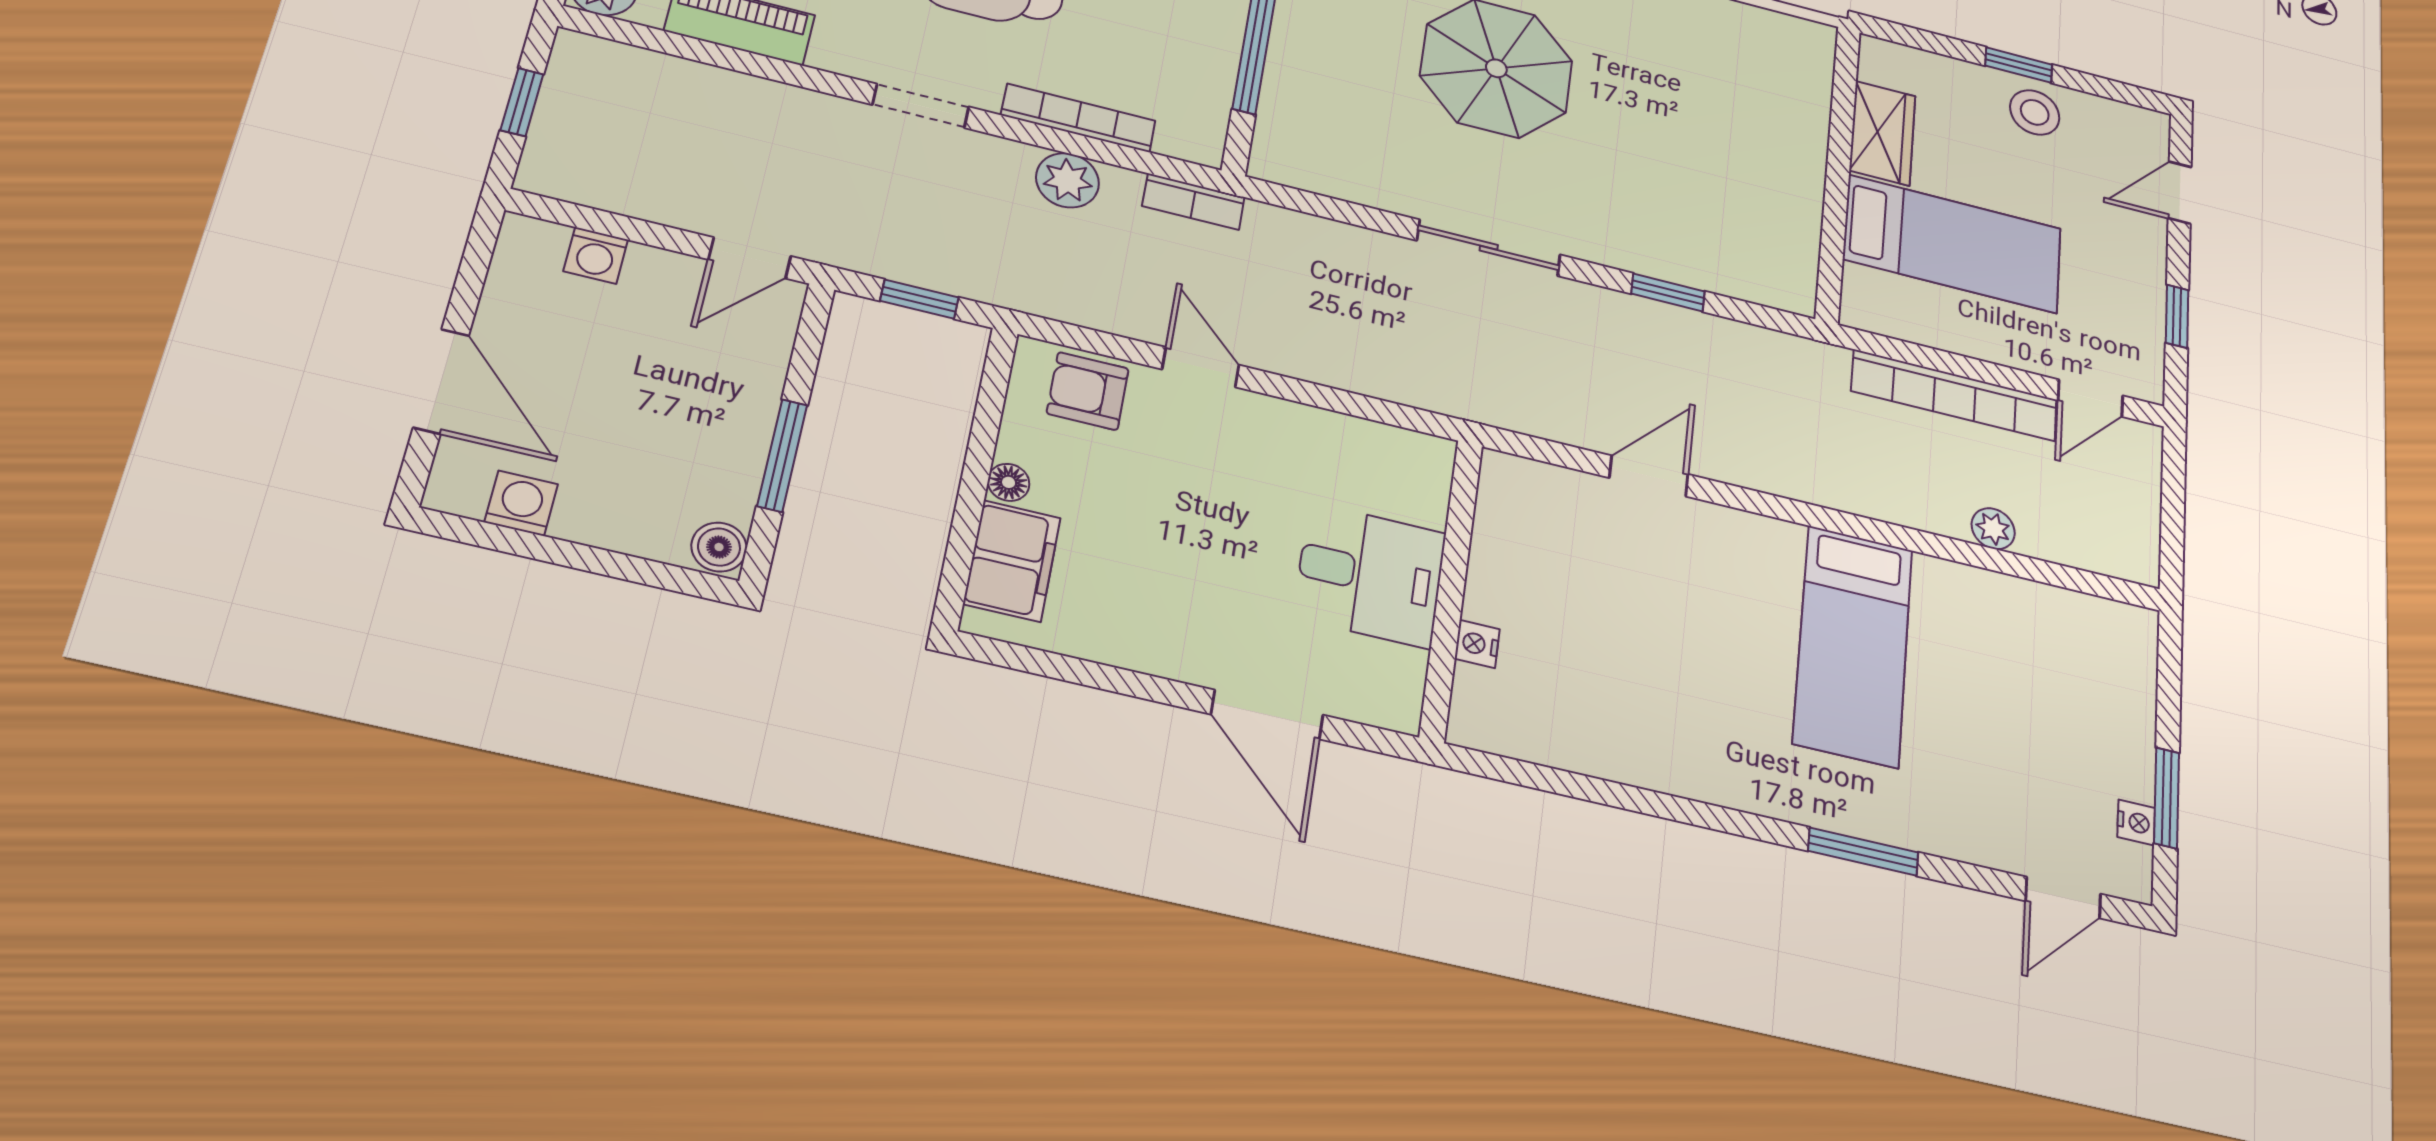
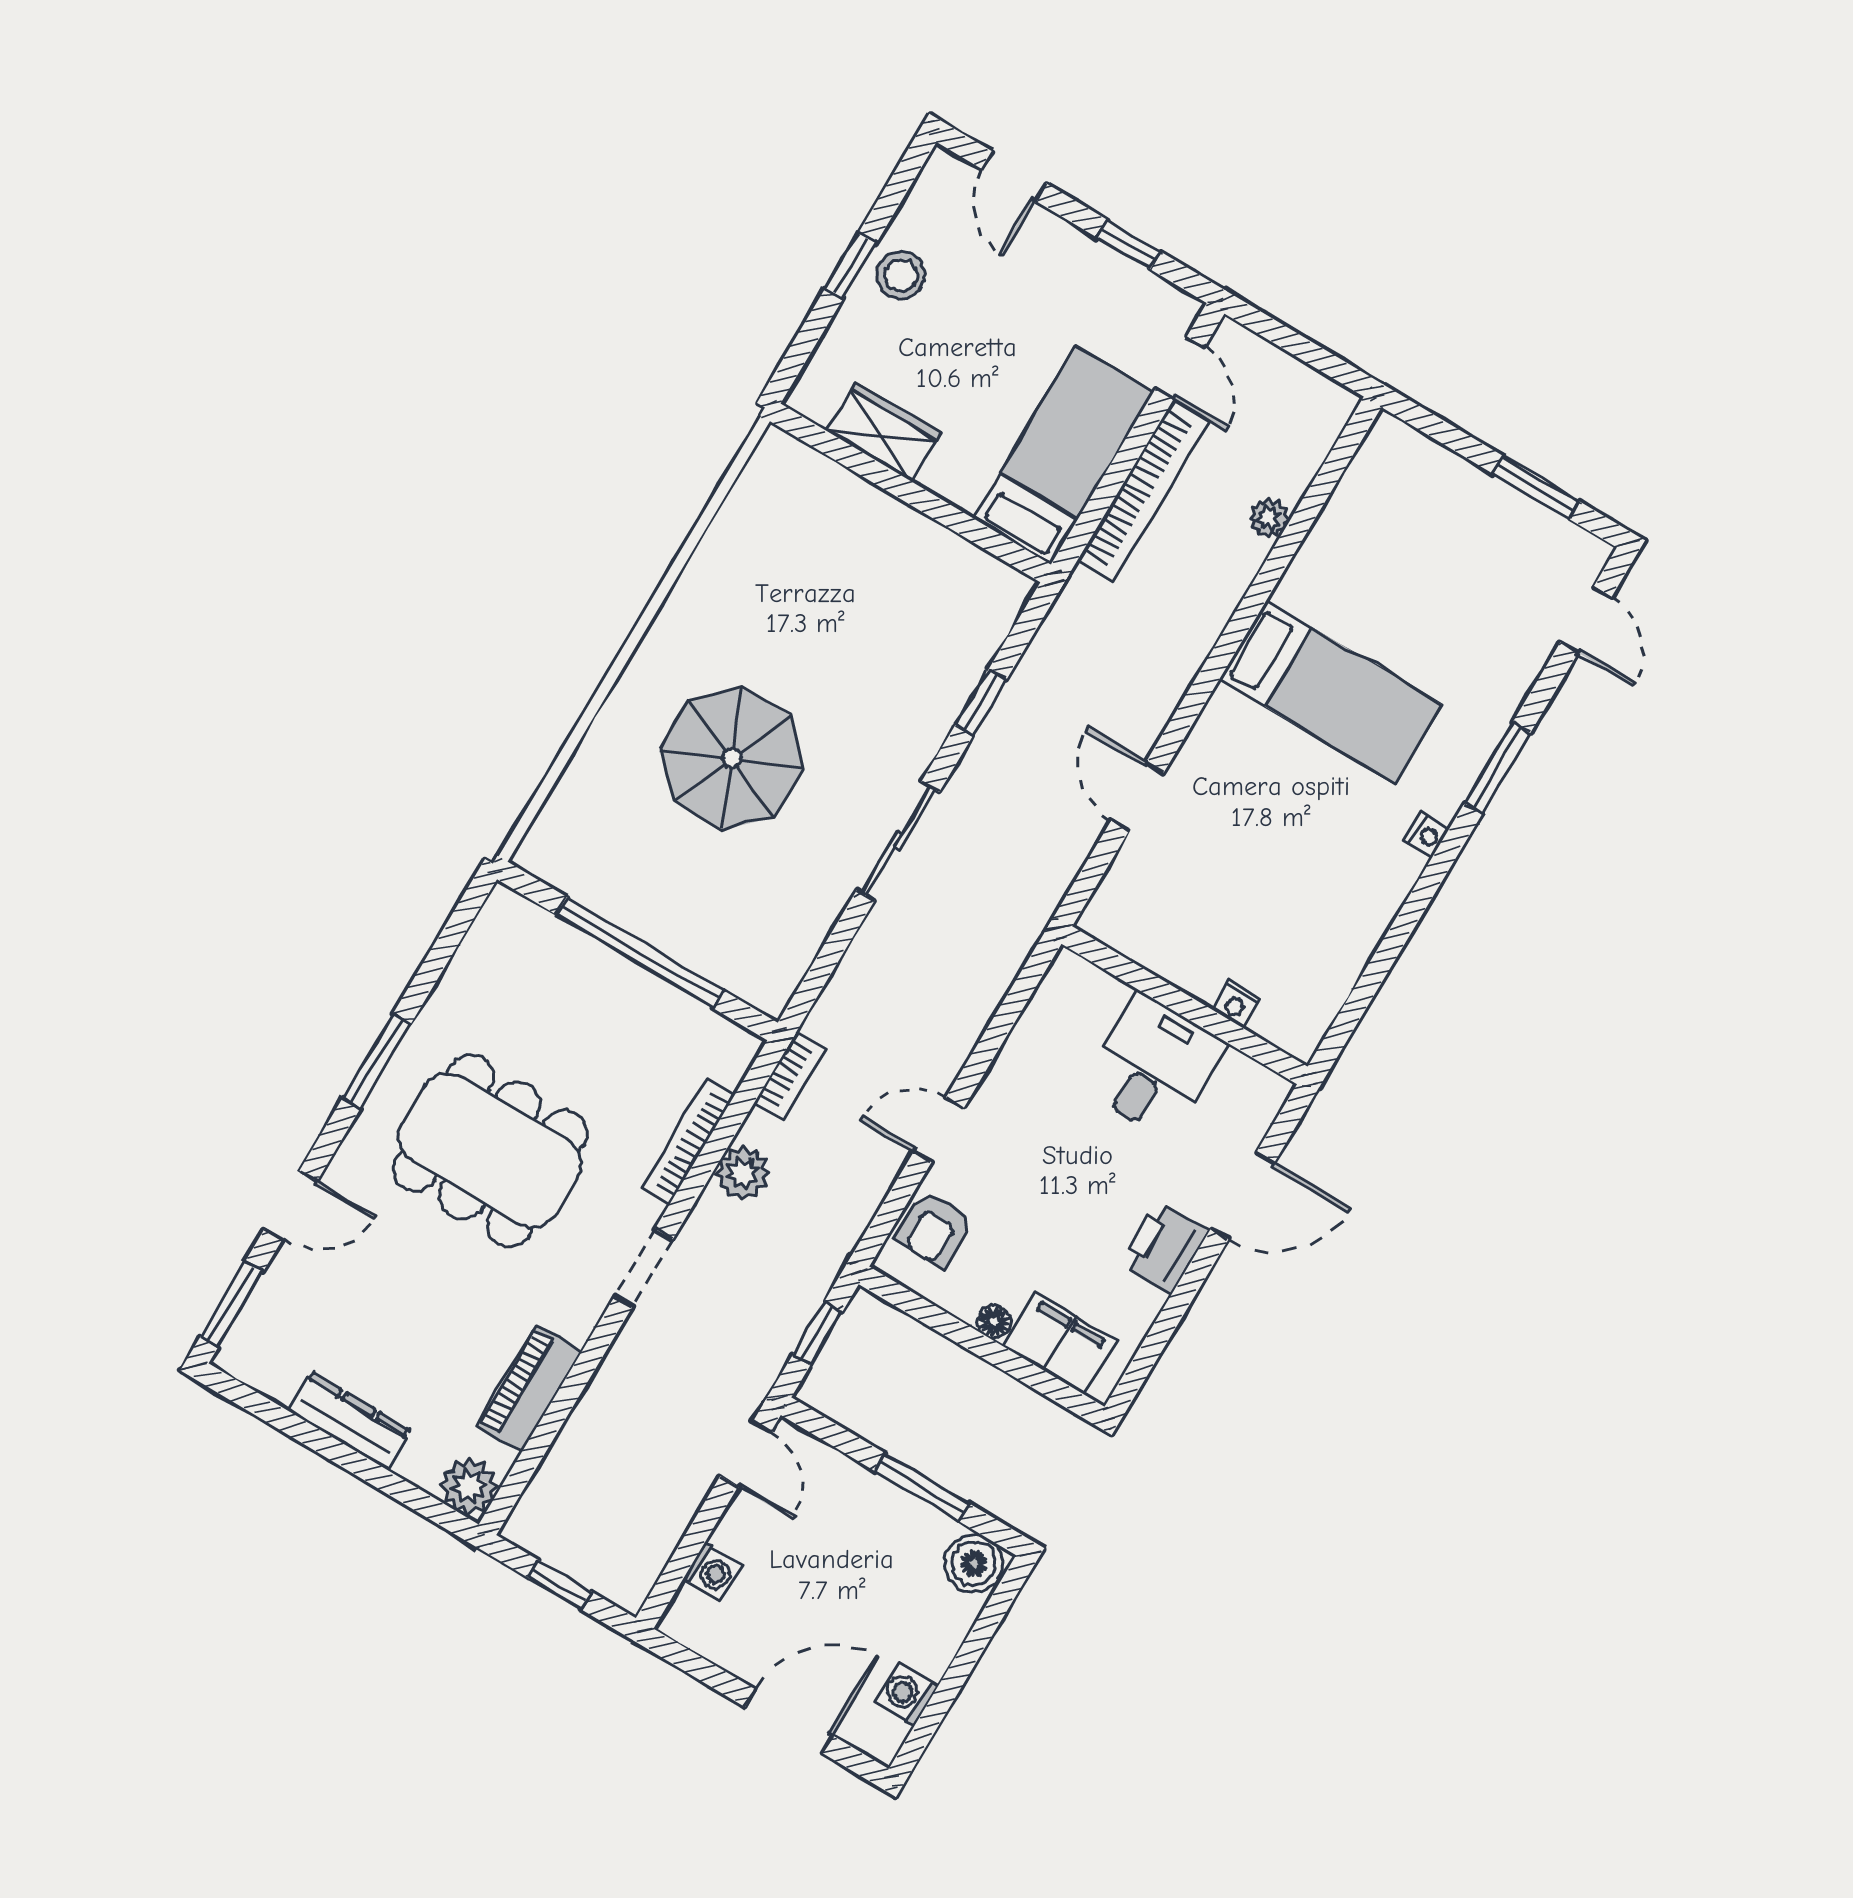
bed: (1952, 244) -> (1064, 455), moved
boiler: (719, 547) -> (974, 1564), width x1.36, depth x1.36
printer: (1171, 645) -> (1164, 1247), added
nightstand: (2136, 822) -> (1427, 836), moved, turned 90

